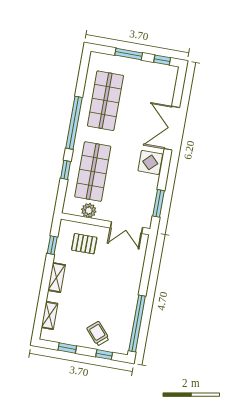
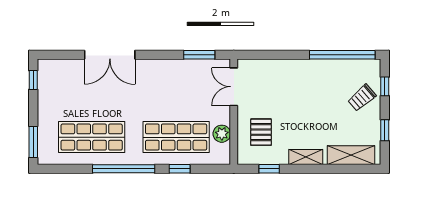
window: (129, 54) -> (33, 142), moved
display table: (150, 162) -> (154, 73), removed
double door: (126, 228) -> (234, 87), swing flipped
shelving: (49, 315) -> (351, 155), width x1.50, depth x1.33

